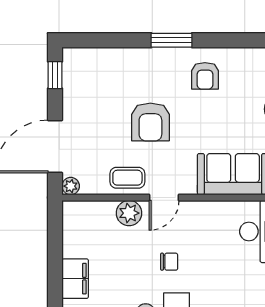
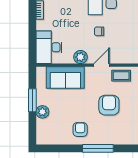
window: (172, 40) -> (98, 148), width x1.44
plant: (129, 213) -> (81, 57), moved

